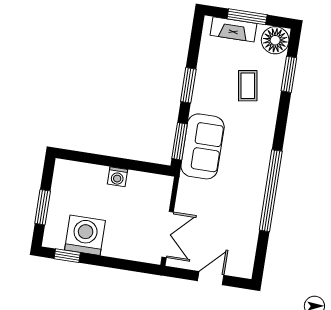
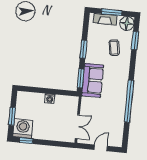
washing machine: (85, 235) -> (23, 128), moved

